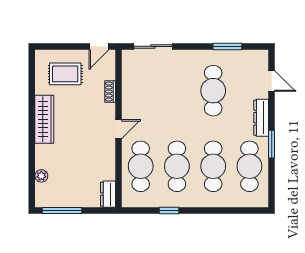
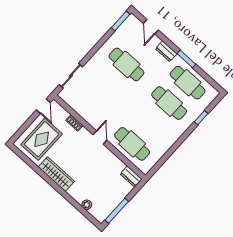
window: (227, 46) -> (121, 21), moved
rug: (65, 74) -> (42, 139), width x1.36, depth x1.43
door: (272, 81) -> (151, 27), swing flipped
dresser: (261, 118) -> (166, 51), width x0.70
cafe table: (177, 166) -> (151, 123), removed
window: (169, 210) -> (201, 118), moved

